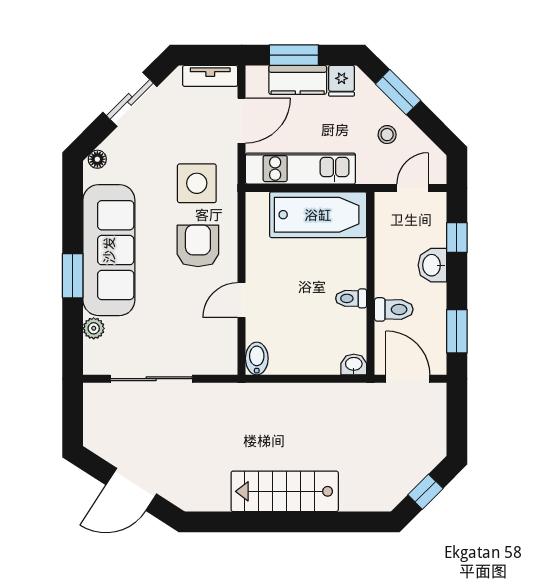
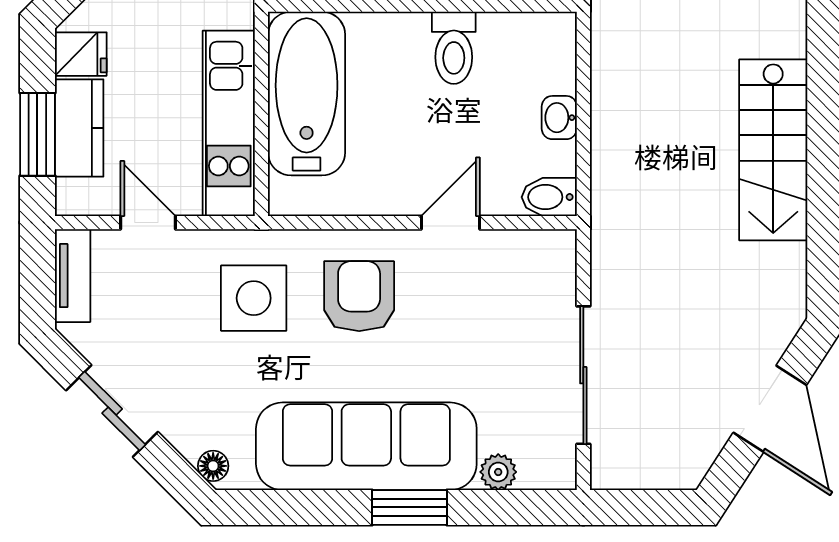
door: (242, 121) -> (148, 223), width x0.73
armchair: (198, 246) -> (359, 296), turned 90
toilet: (351, 298) -> (454, 48), width x1.37, depth x1.39
door: (242, 300) -> (450, 223), swing flipped
washbasin: (354, 364) -> (559, 118), moved

